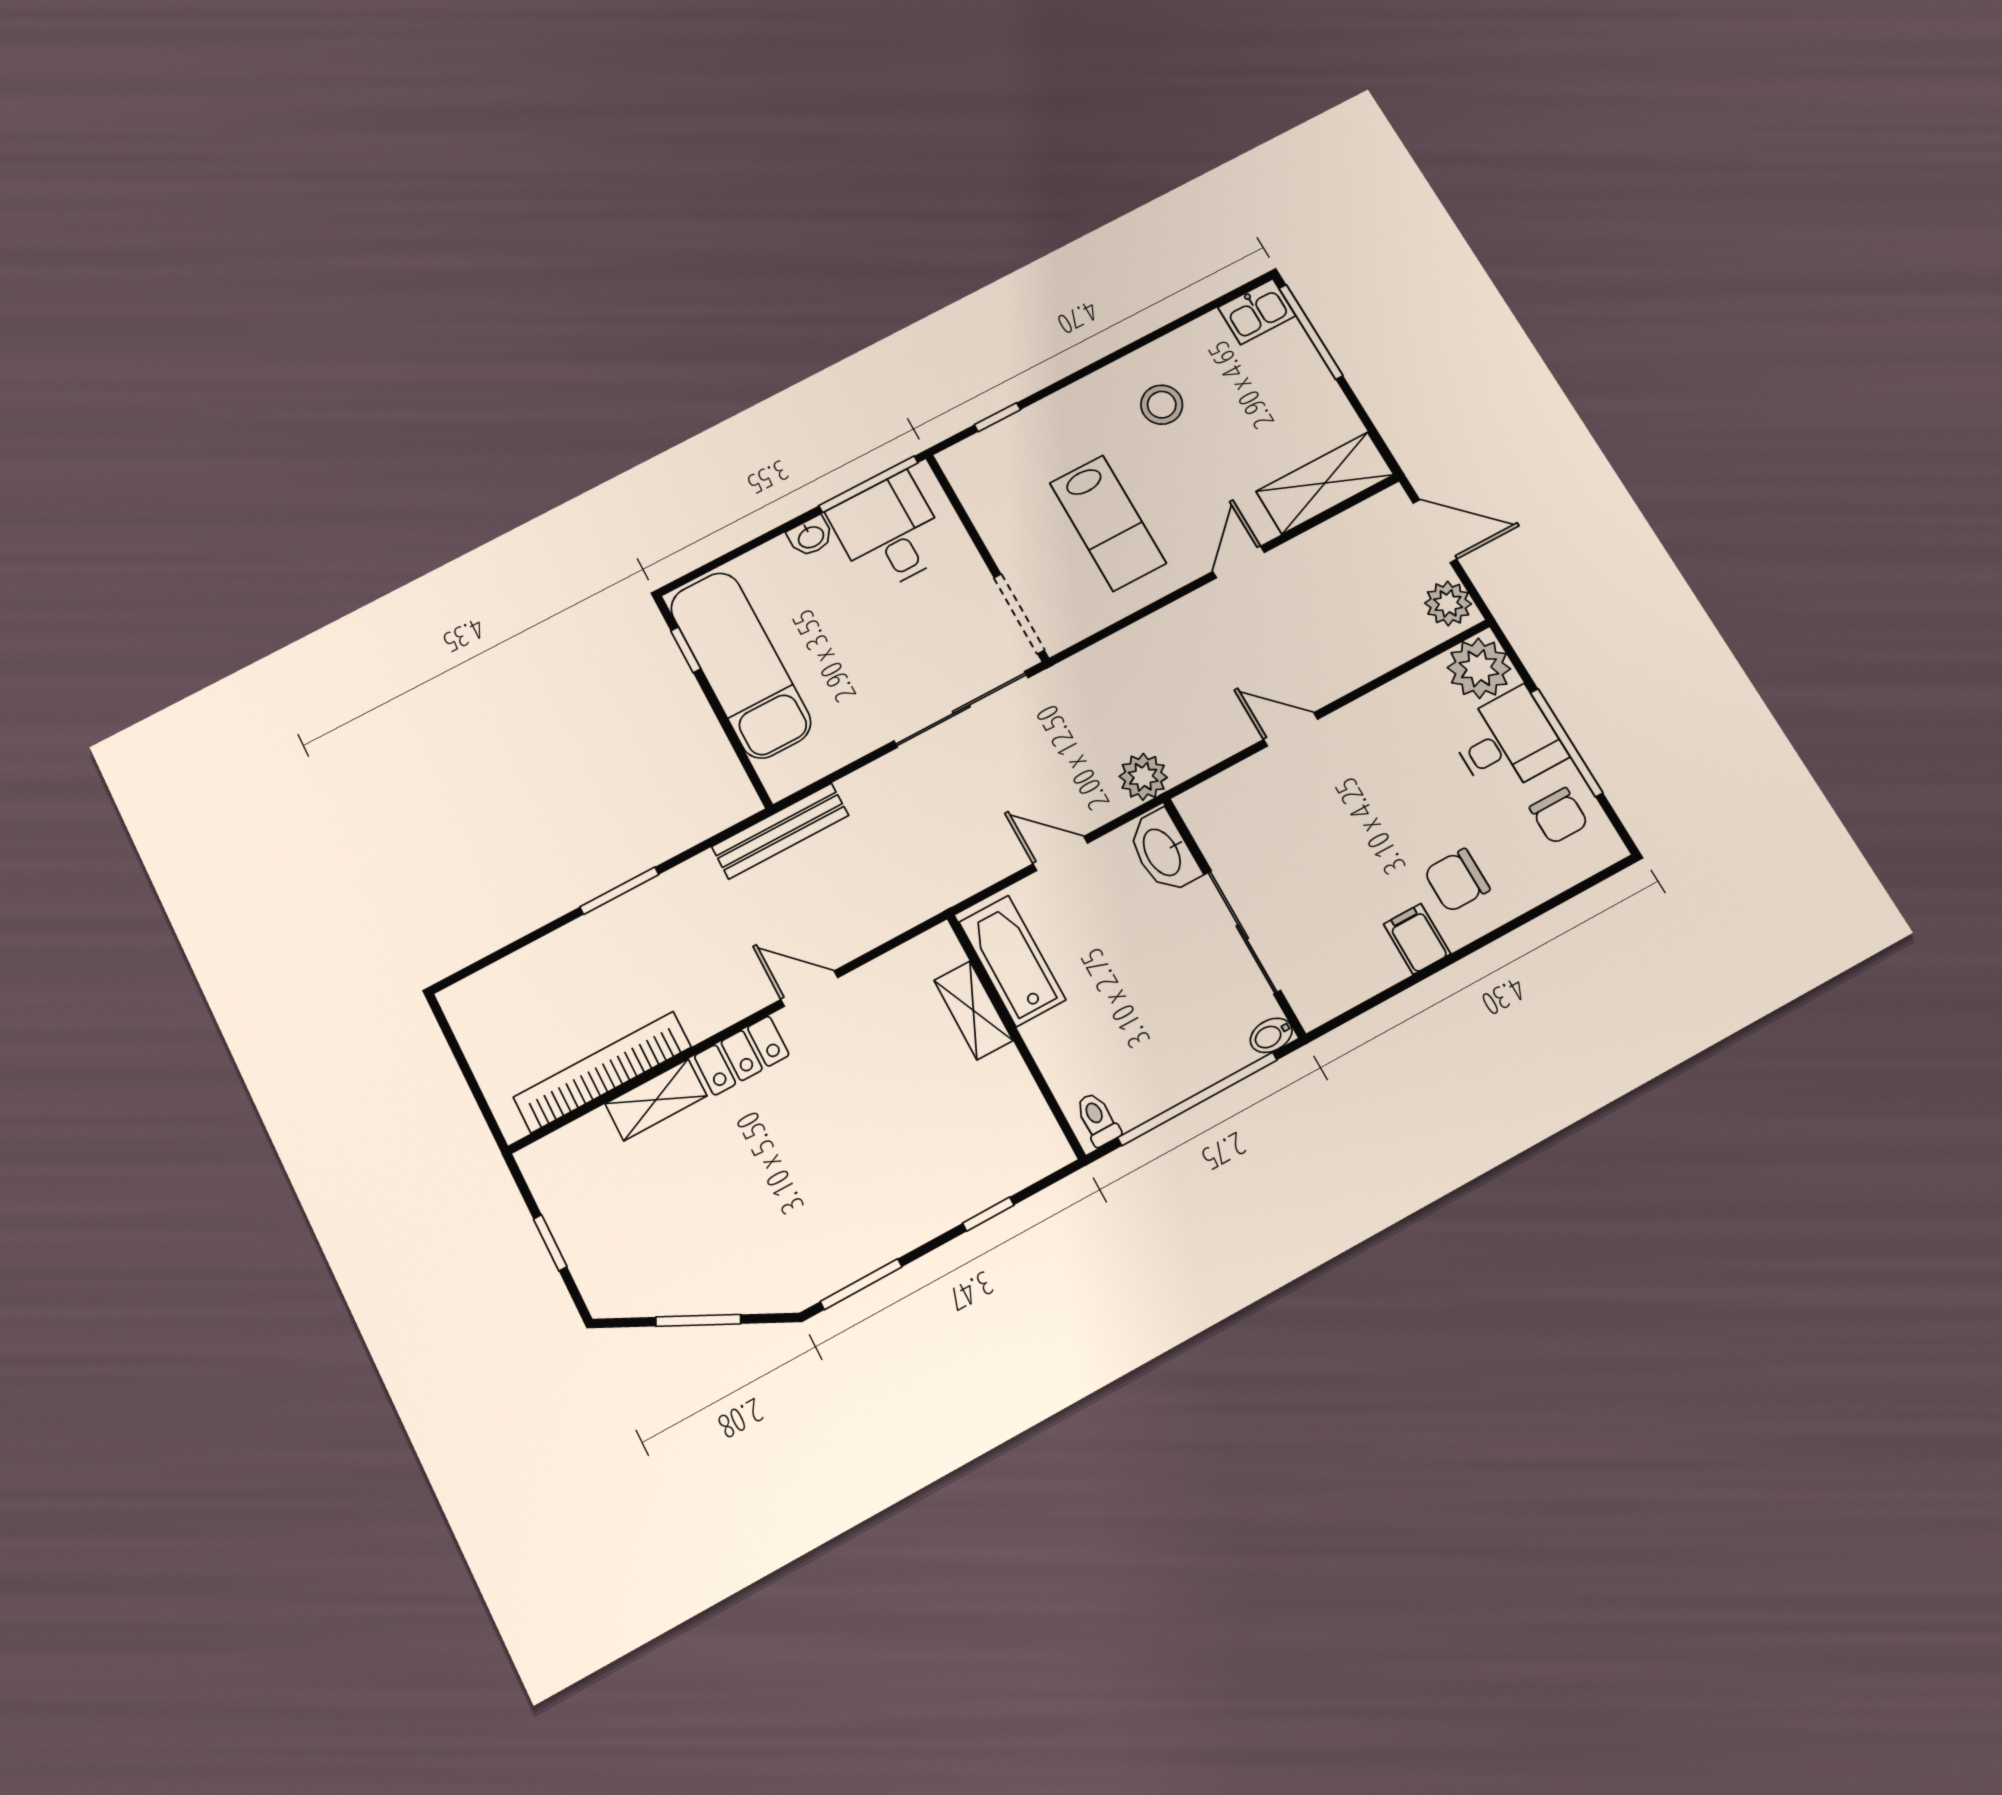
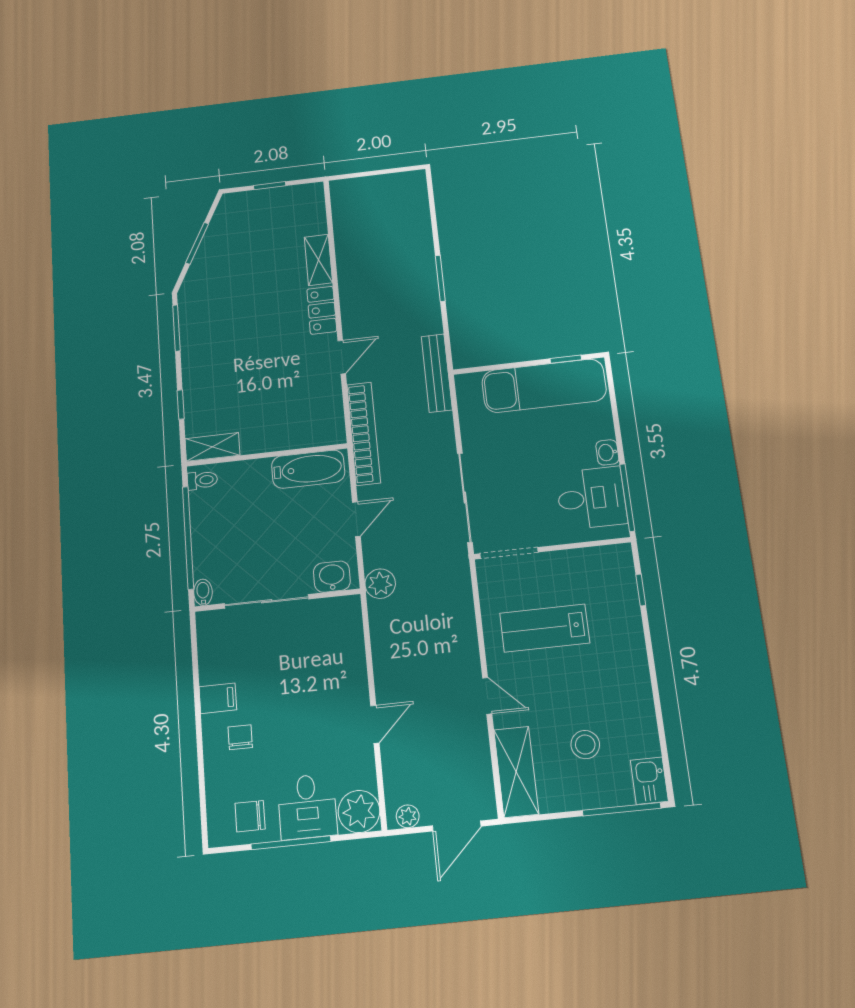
stool: (1162, 405) -> (585, 745), moved
plant: (1448, 603) -> (408, 816), width x0.73, depth x0.73
door: (1291, 729) -> (375, 724), moved
washbasin: (1163, 852) -> (332, 577), width x0.72
chair: (1457, 880) -> (240, 737), width x0.73, depth x0.73
shelving: (973, 1010) -> (212, 447), moved
bookcase: (602, 1072) -> (364, 433), moved

